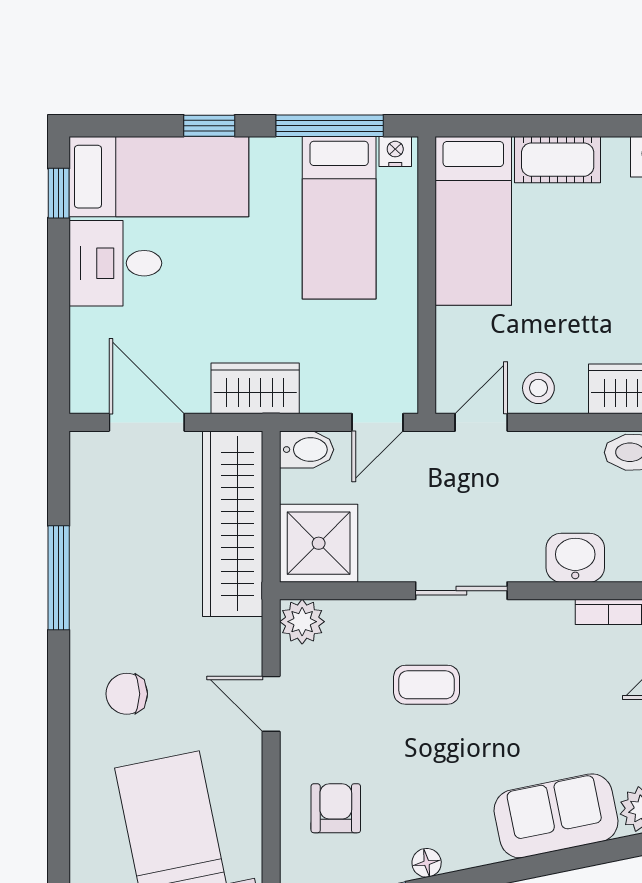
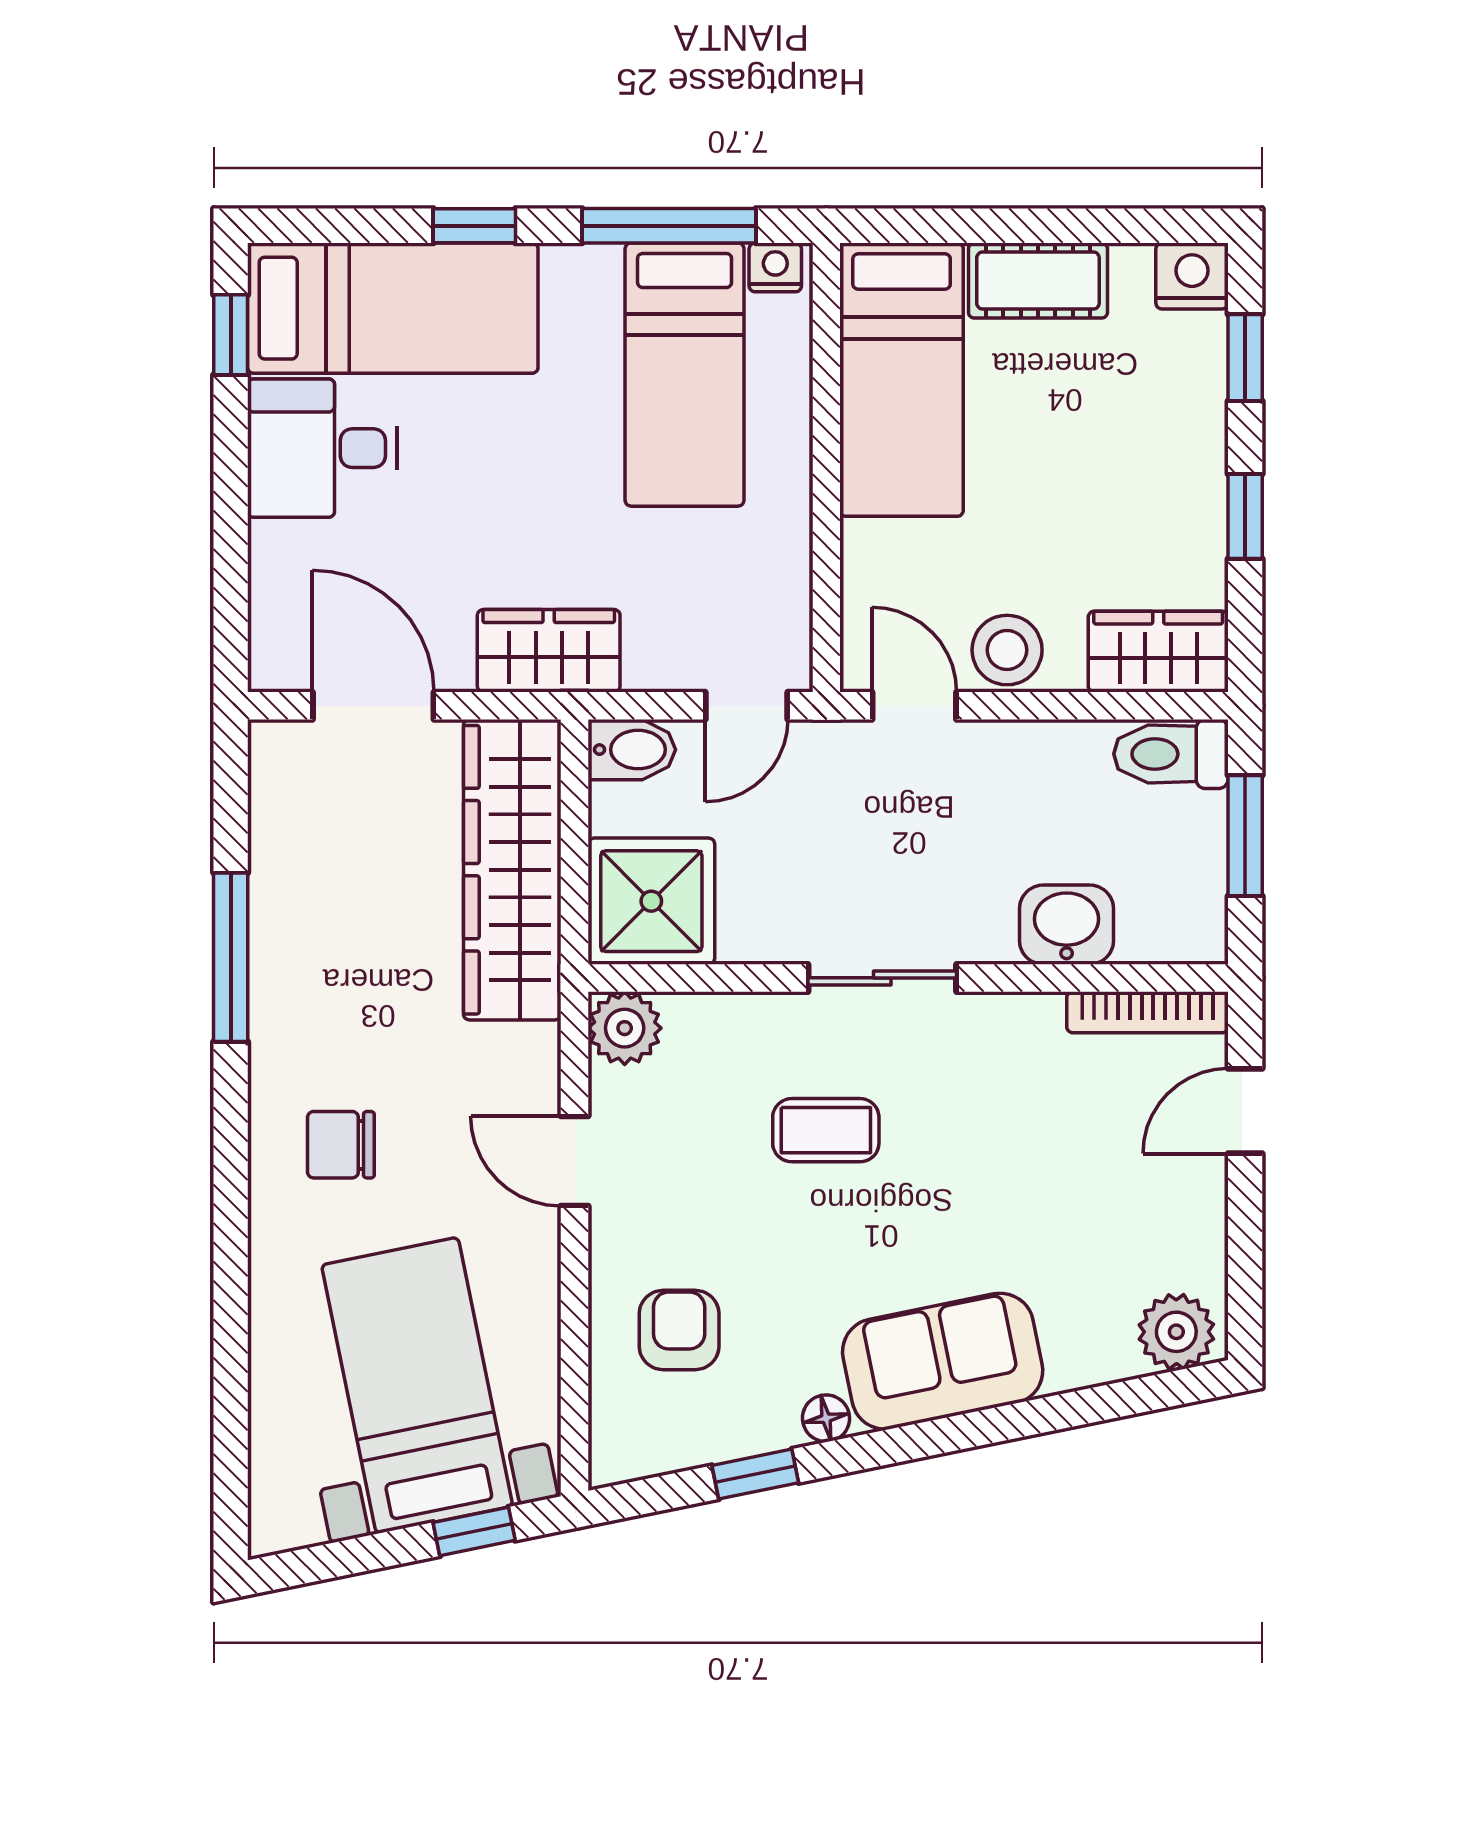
stool: (538, 388) -> (1007, 650), width x1.37, depth x1.37
door: (481, 422) -> (914, 706), hinge flipped
sofa: (556, 816) -> (943, 1361), moved

